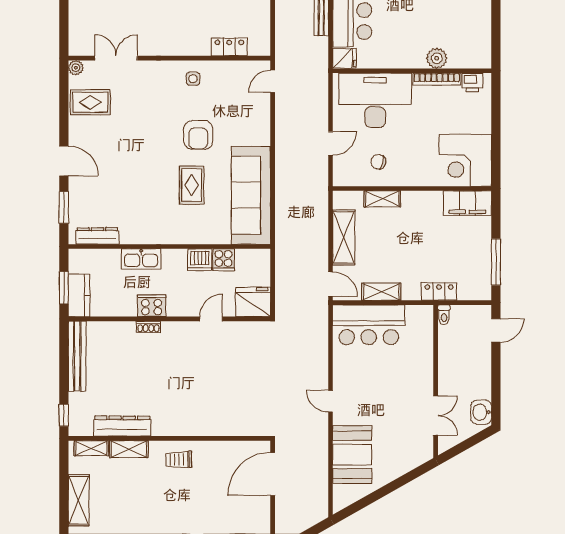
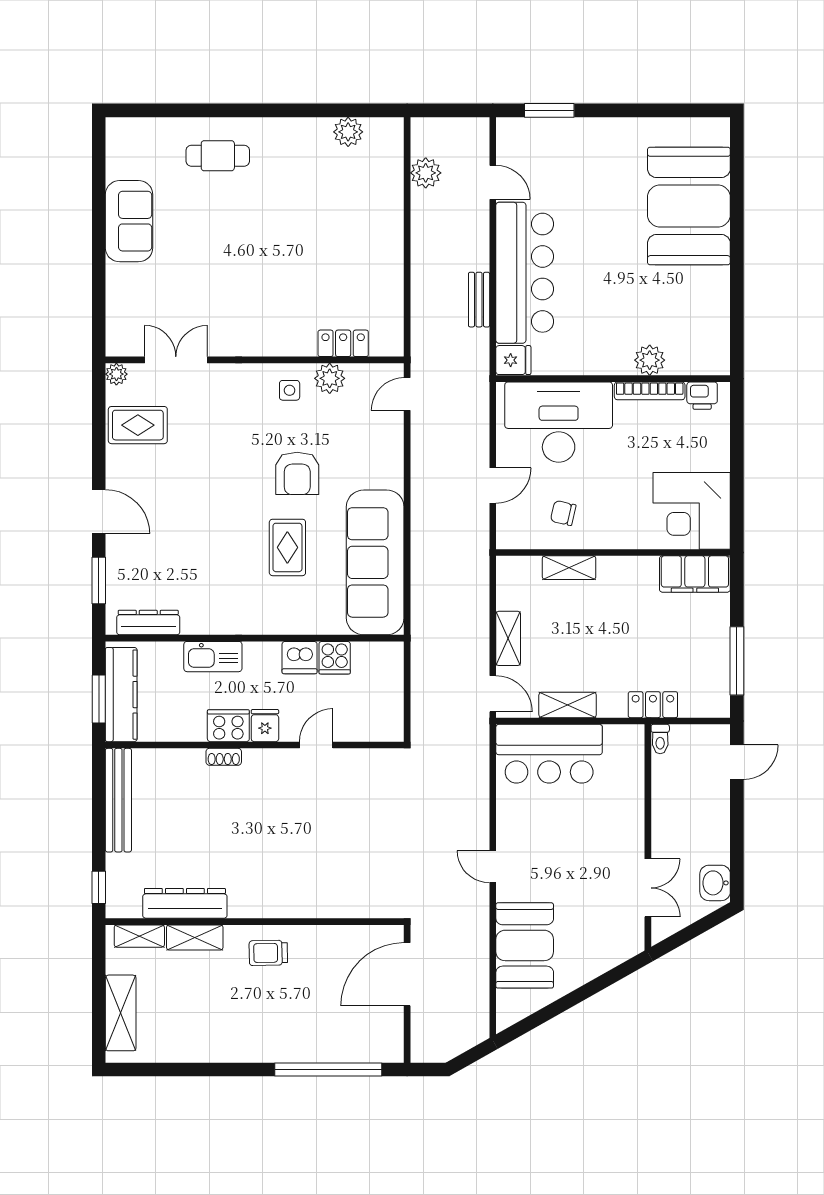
plant: (220, 71) -> (330, 378), added
shelving: (344, 237) -> (508, 638), width x0.67, depth x0.75
kitchen counter: (79, 295) -> (121, 695), width x1.50
fridge: (253, 302) -> (265, 726), moved, width x0.53, depth x0.75

